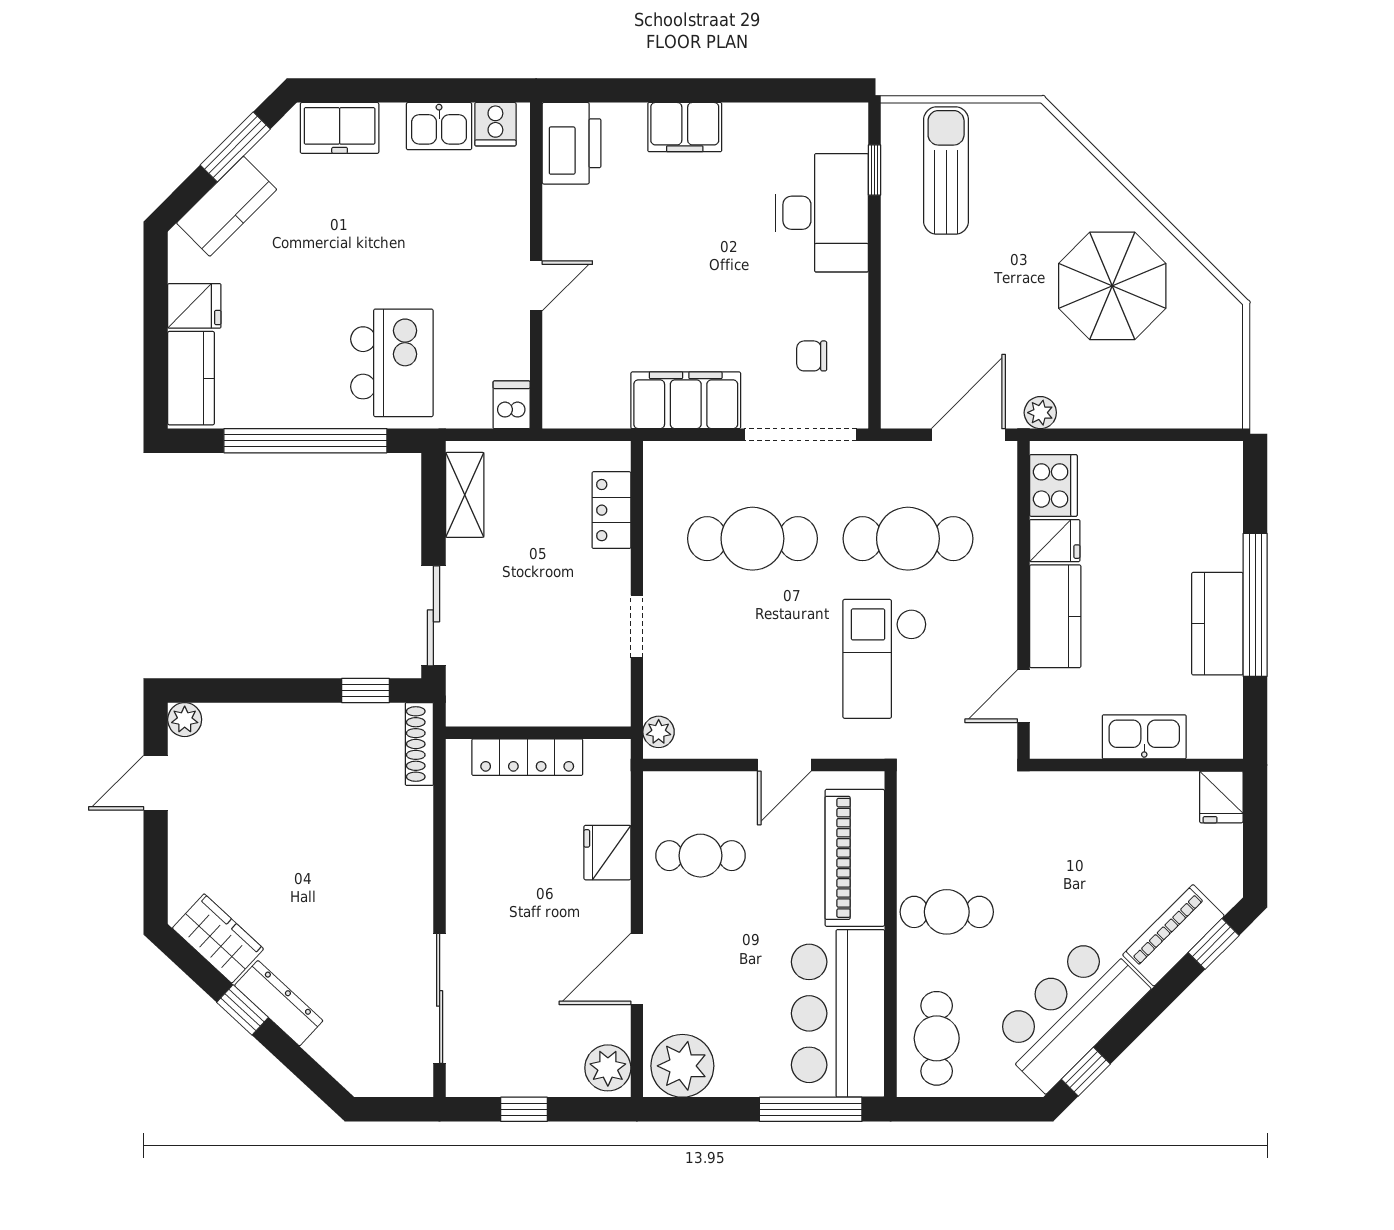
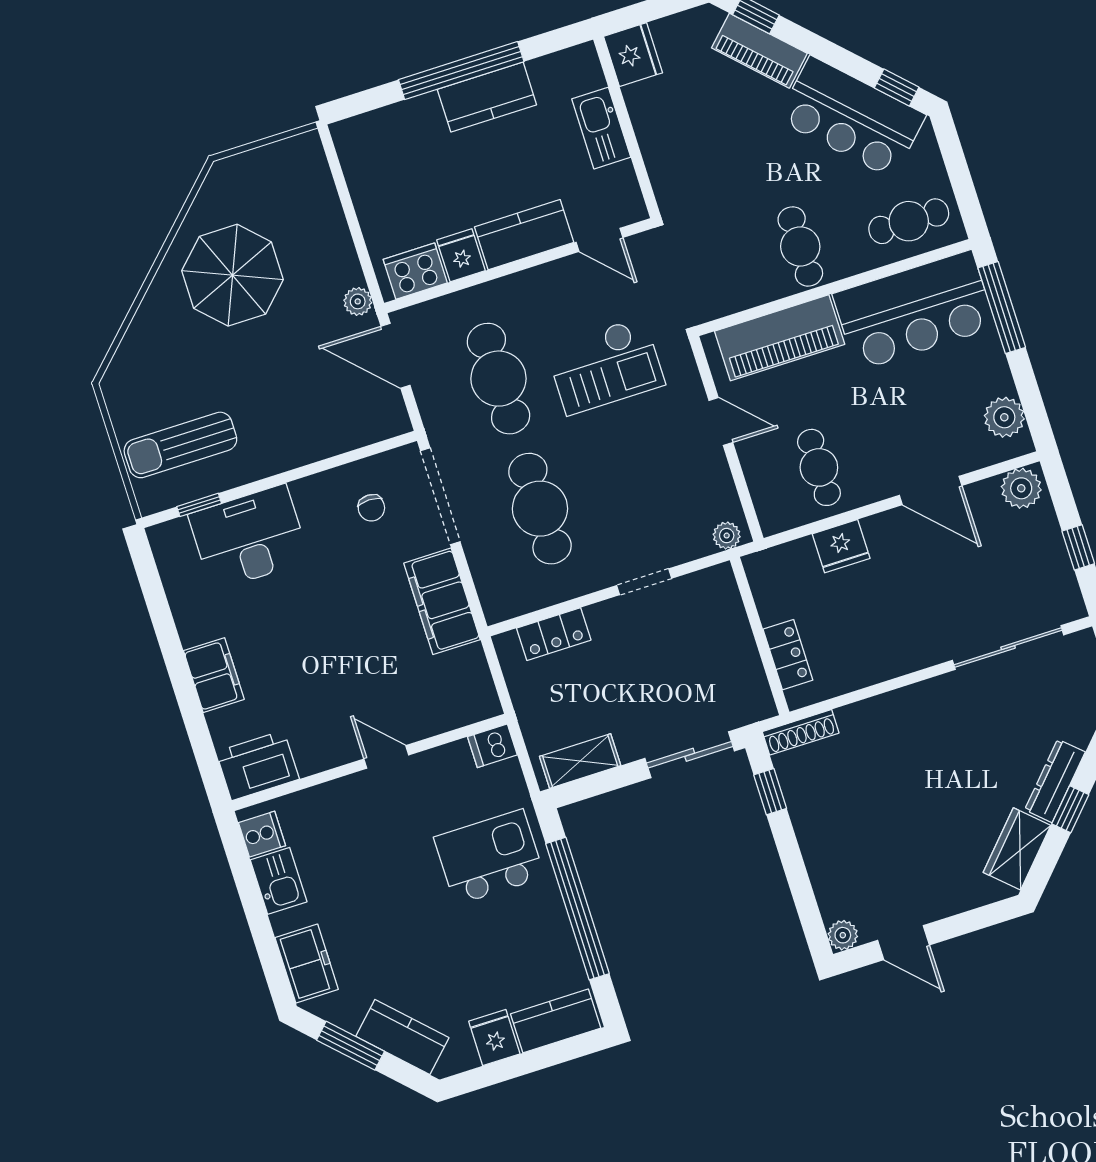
locker: (527, 757) -> (788, 655), width x0.66
fridge: (1221, 797) -> (633, 55), width x1.38
plant: (682, 1066) -> (1004, 417), width x0.73, depth x0.73

